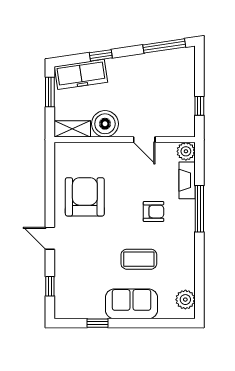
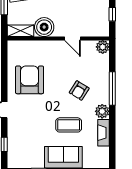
fireplace: (187, 180) -> (103, 133), moved
armchair: (154, 212) -> (79, 90), turned 122
plant: (185, 300) -> (102, 111), moved

